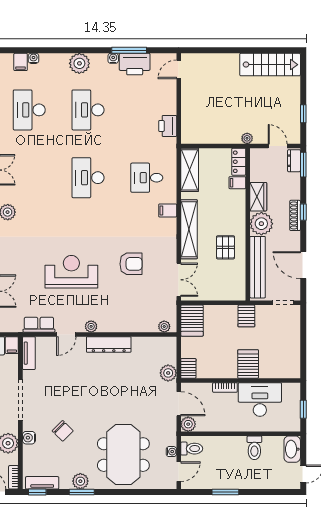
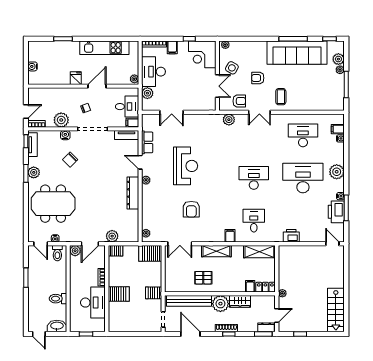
desk: (88, 110) -> (303, 178), width x1.36, depth x1.30
shelving: (189, 229) -> (216, 251), width x0.68
door: (303, 265) -> (190, 334), hinge flipped

